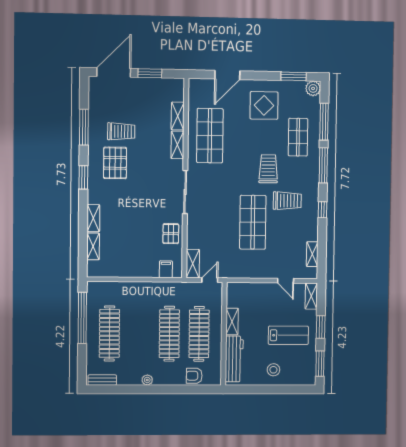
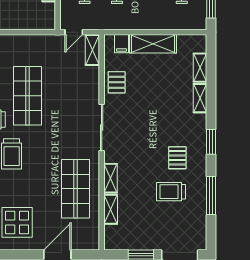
pallet: (115, 163) -> (177, 158), width x0.67, depth x0.71
shelving: (137, 269) -> (153, 44), added

